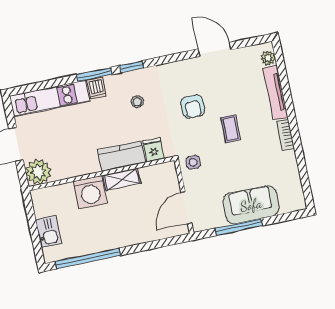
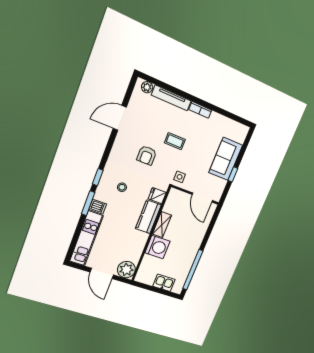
armchair: (193, 106) -> (147, 155), turned 90
window: (239, 227) -> (233, 174), width x0.46

